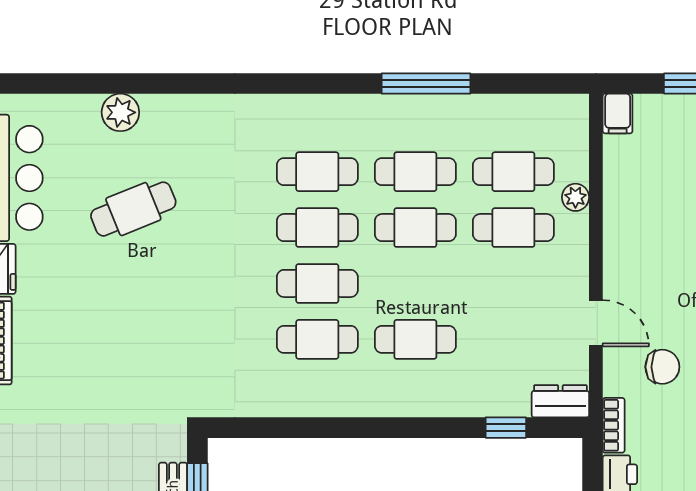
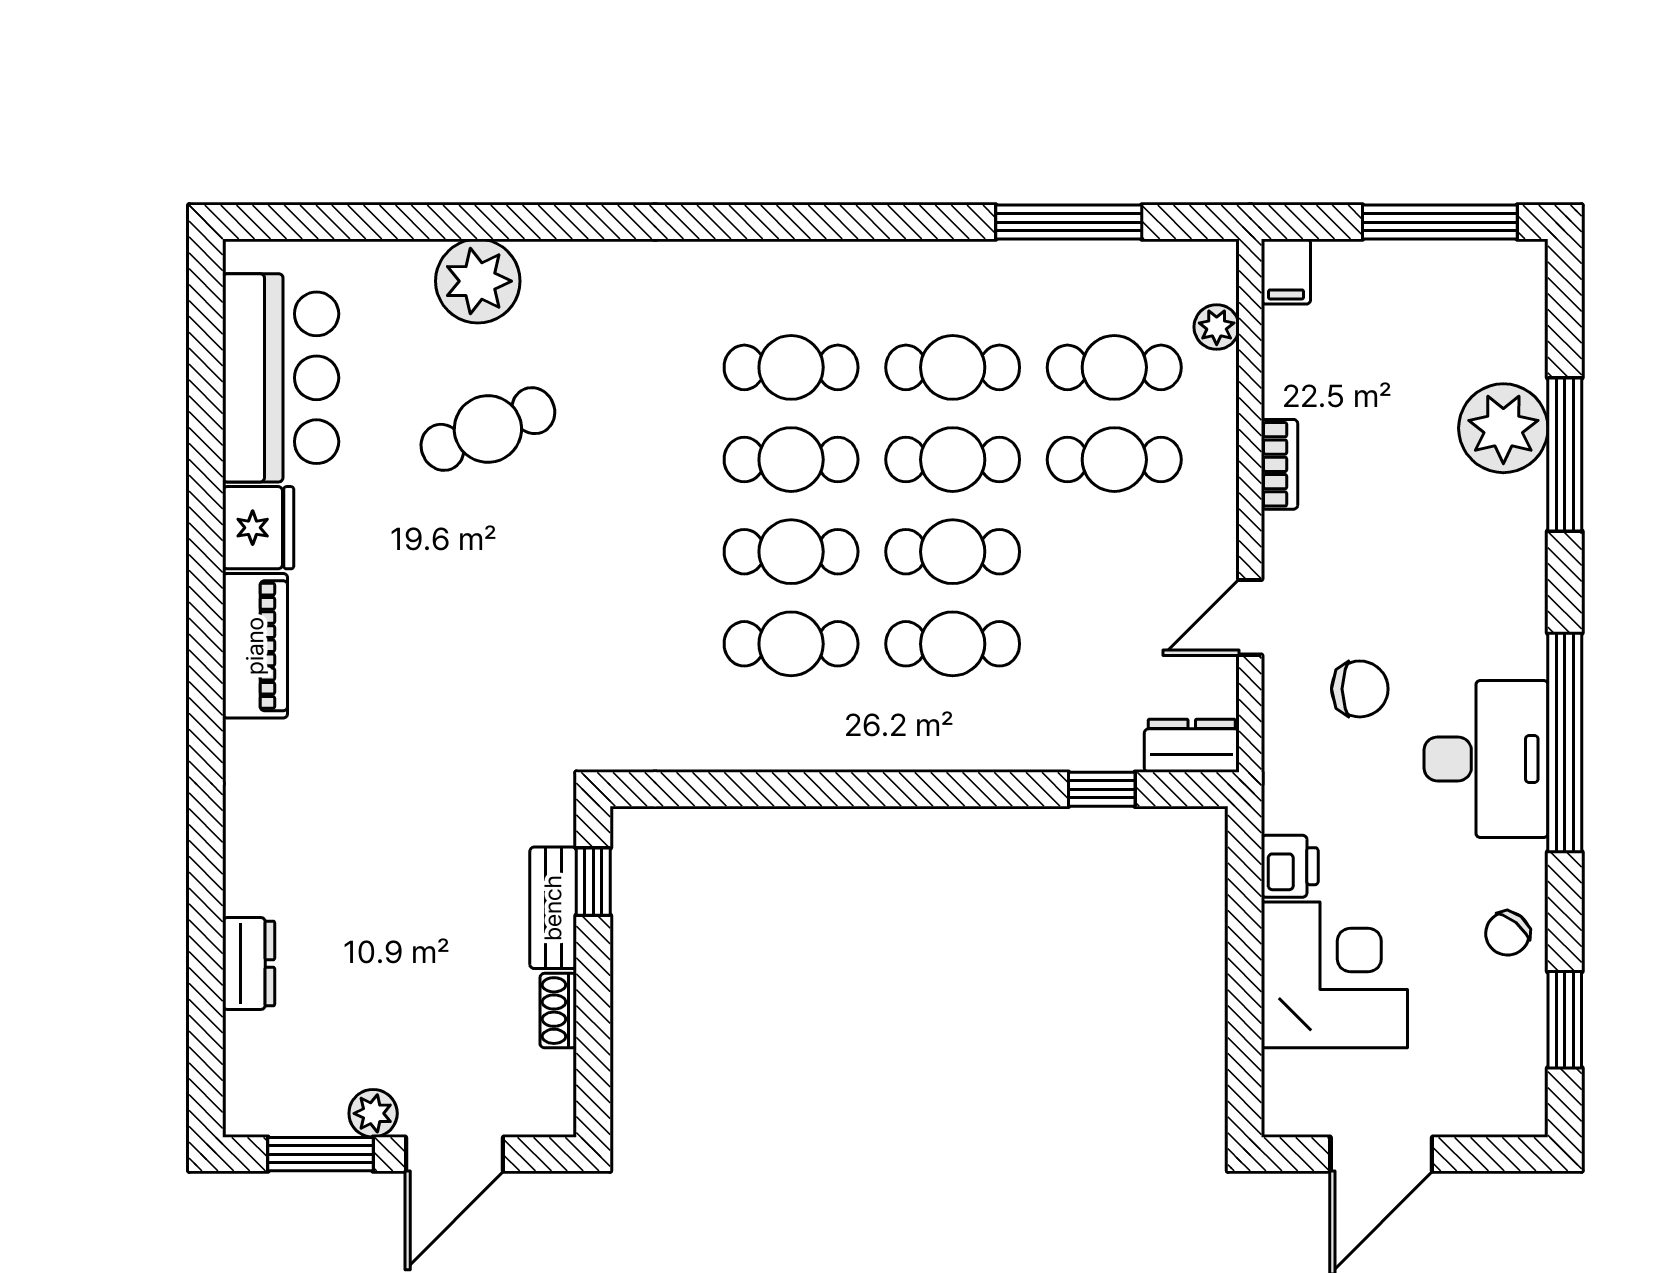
window: (426, 83) -> (1069, 222), moved
plant: (120, 112) -> (478, 281), width x1.36, depth x1.36
plant: (575, 197) -> (1217, 327), moved
cafe table: (415, 283) -> (953, 552), added
door: (596, 323) -> (1250, 617), swing flipped
bookcase: (614, 425) -> (1280, 464), moved

